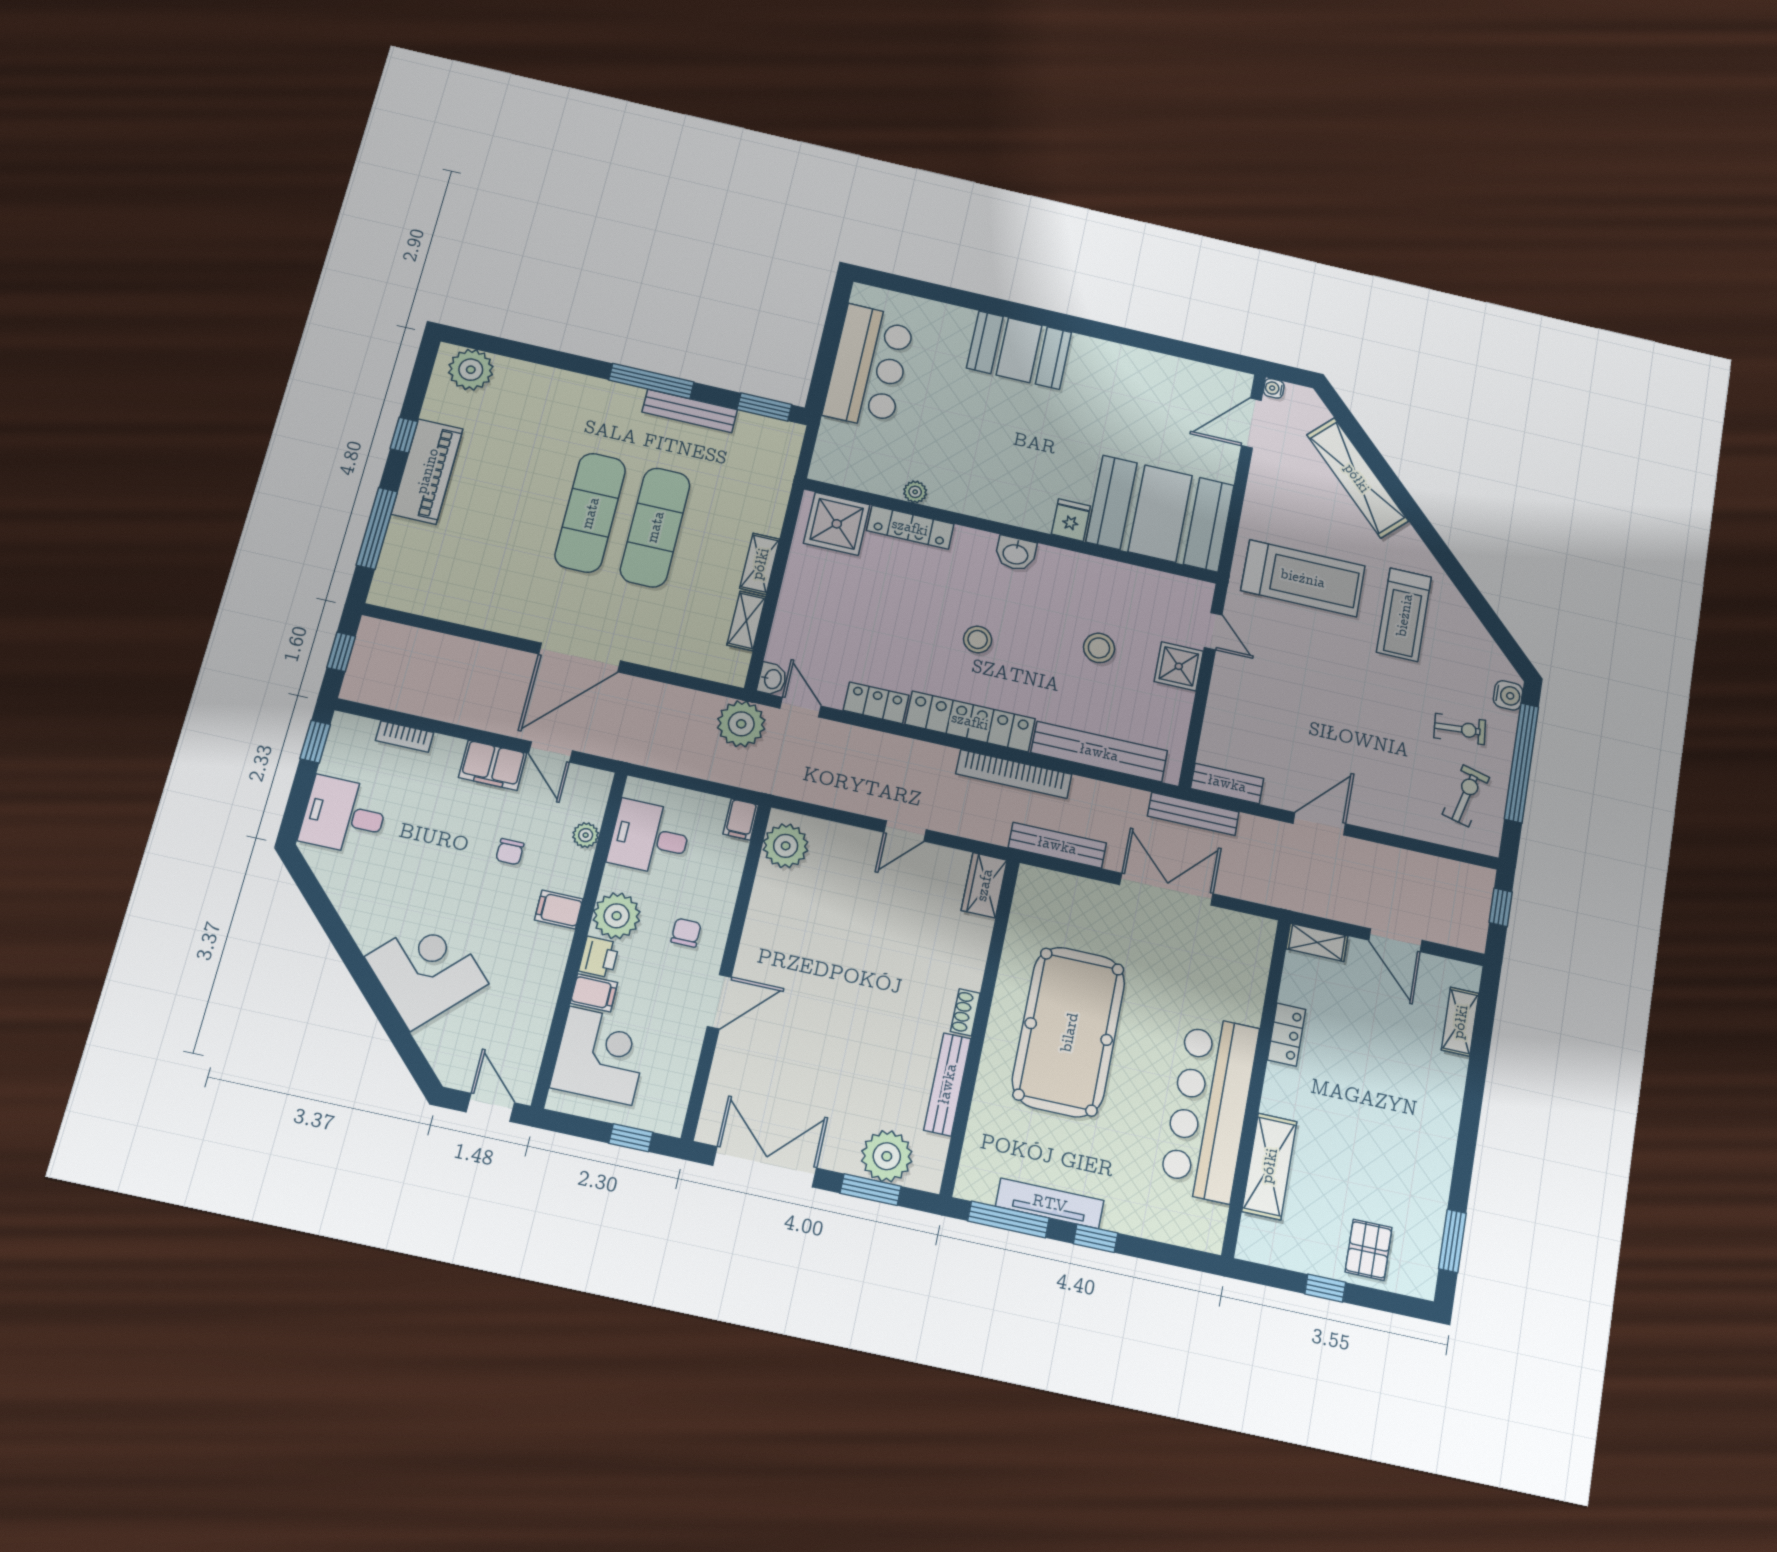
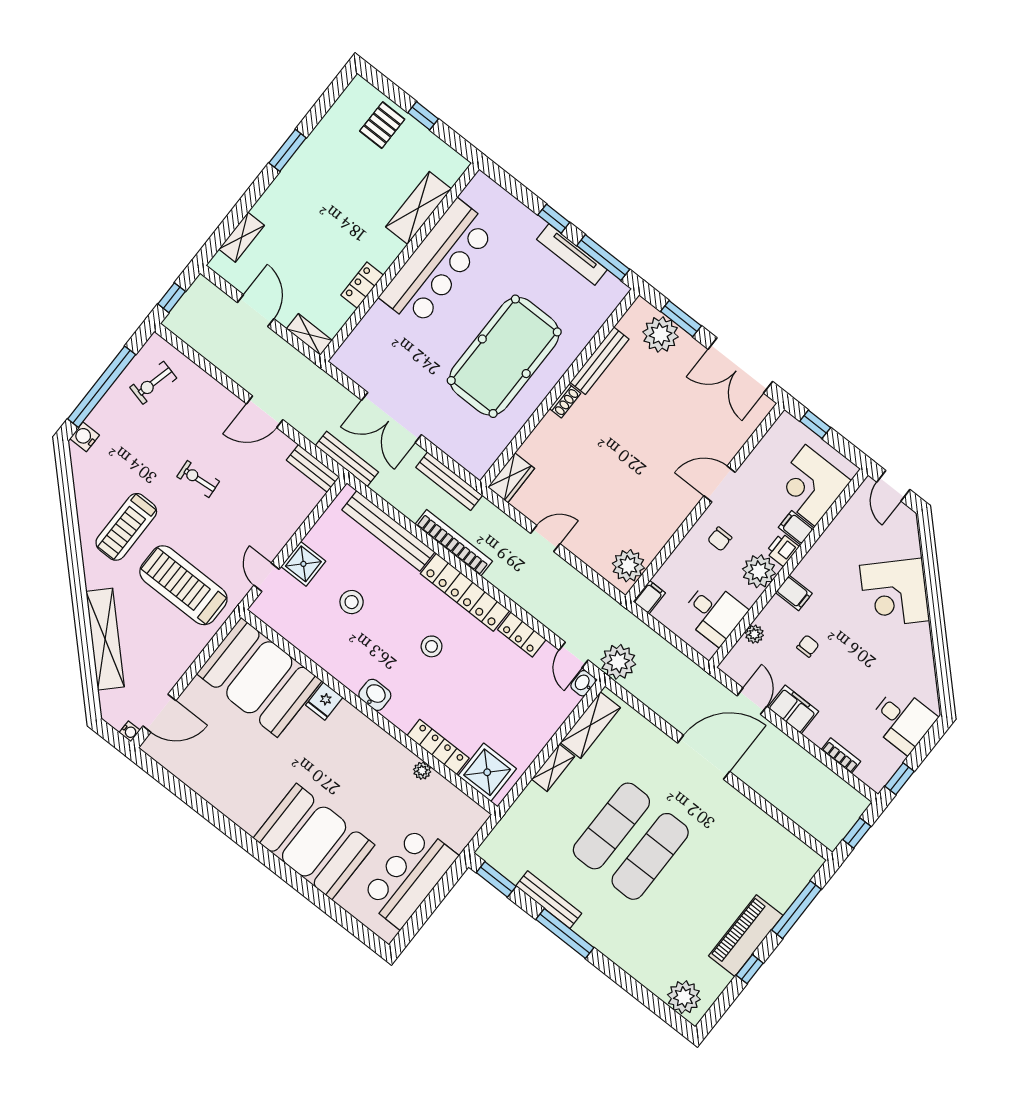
booth: (1019, 350) -> (314, 842), width x1.36, depth x1.42
treadmill: (1404, 615) -> (126, 527), turned 180
shelving: (746, 621) -> (590, 725), width x1.50, depth x1.33
exercise bike: (1460, 729) -> (198, 479), moved
window: (1452, 1241) -> (288, 150), moved

